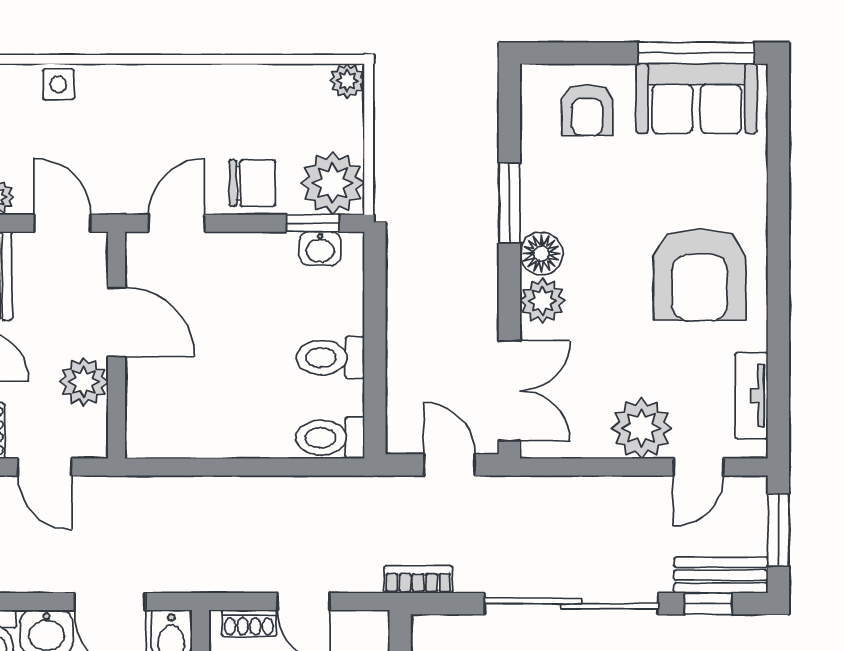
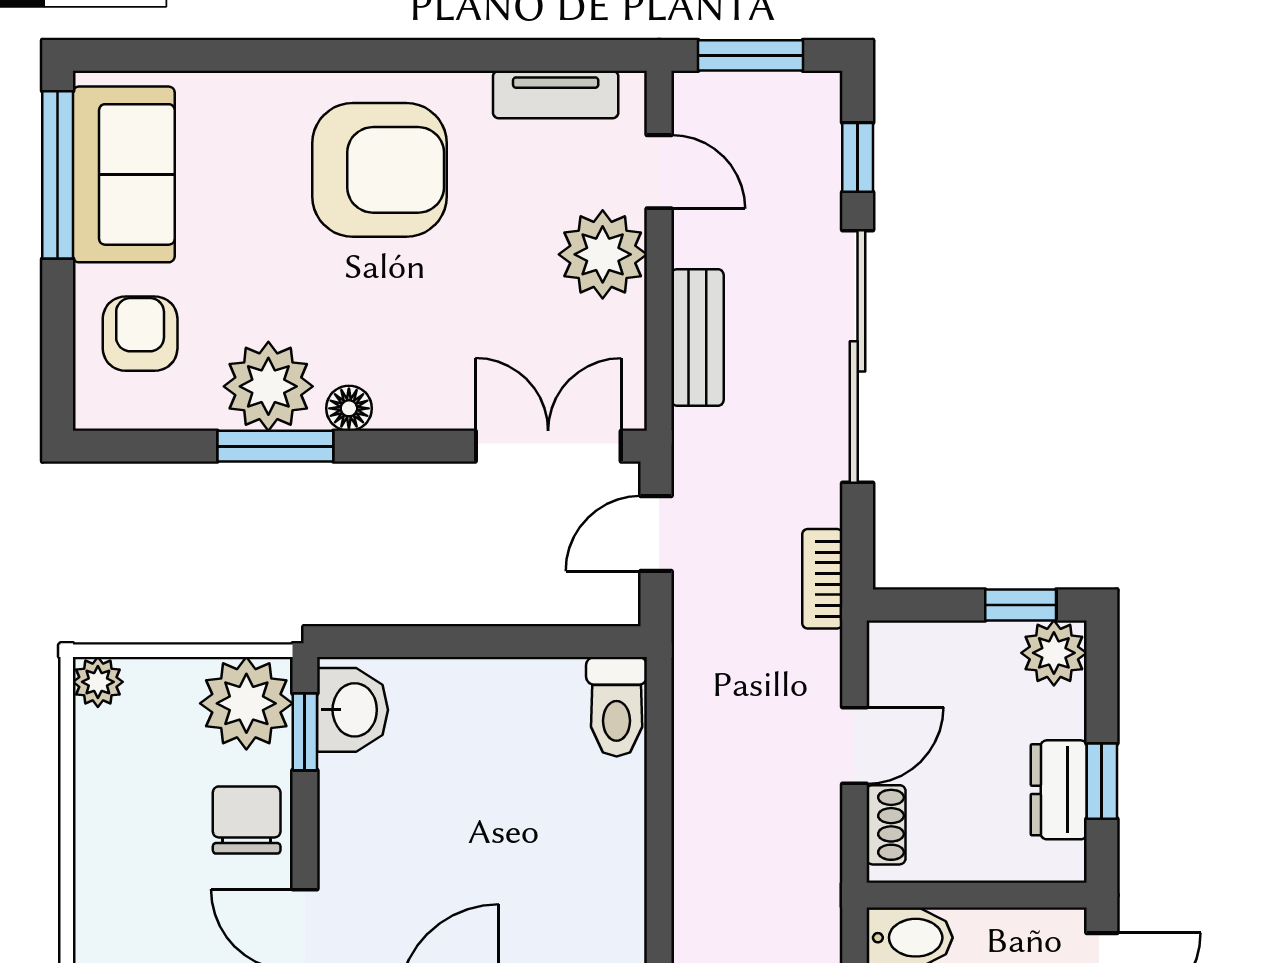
armchair: (587, 110) -> (140, 334), turned -90
washbasin: (320, 248) -> (353, 710), width x1.38, depth x1.45
floor lamp: (541, 254) -> (349, 408), width x0.73, depth x0.73
plant: (543, 301) -> (268, 386), moved, width x1.36, depth x1.36
toilet: (330, 358) -> (500, 706), removed
bench: (721, 575) -> (697, 337), moved

